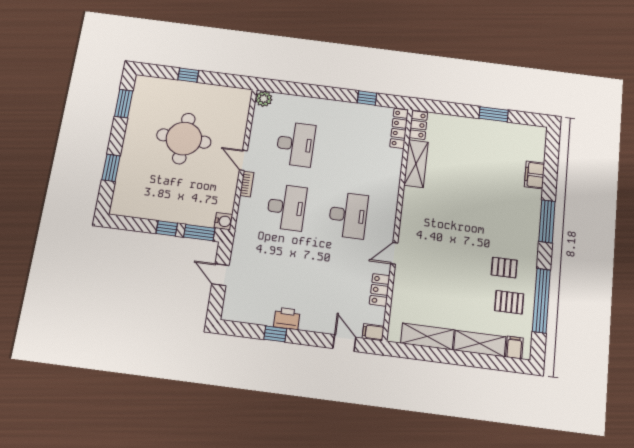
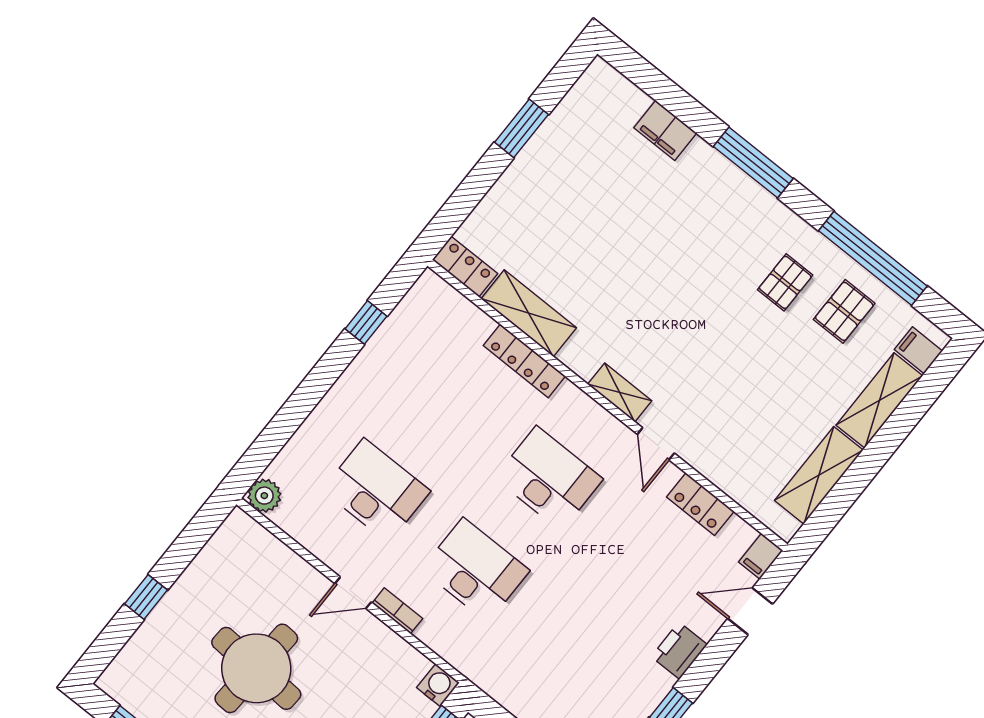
locker: (399, 128) -> (524, 361), moved
shelving: (407, 224) -> (620, 392), added
printer: (287, 318) -> (679, 650), moved

